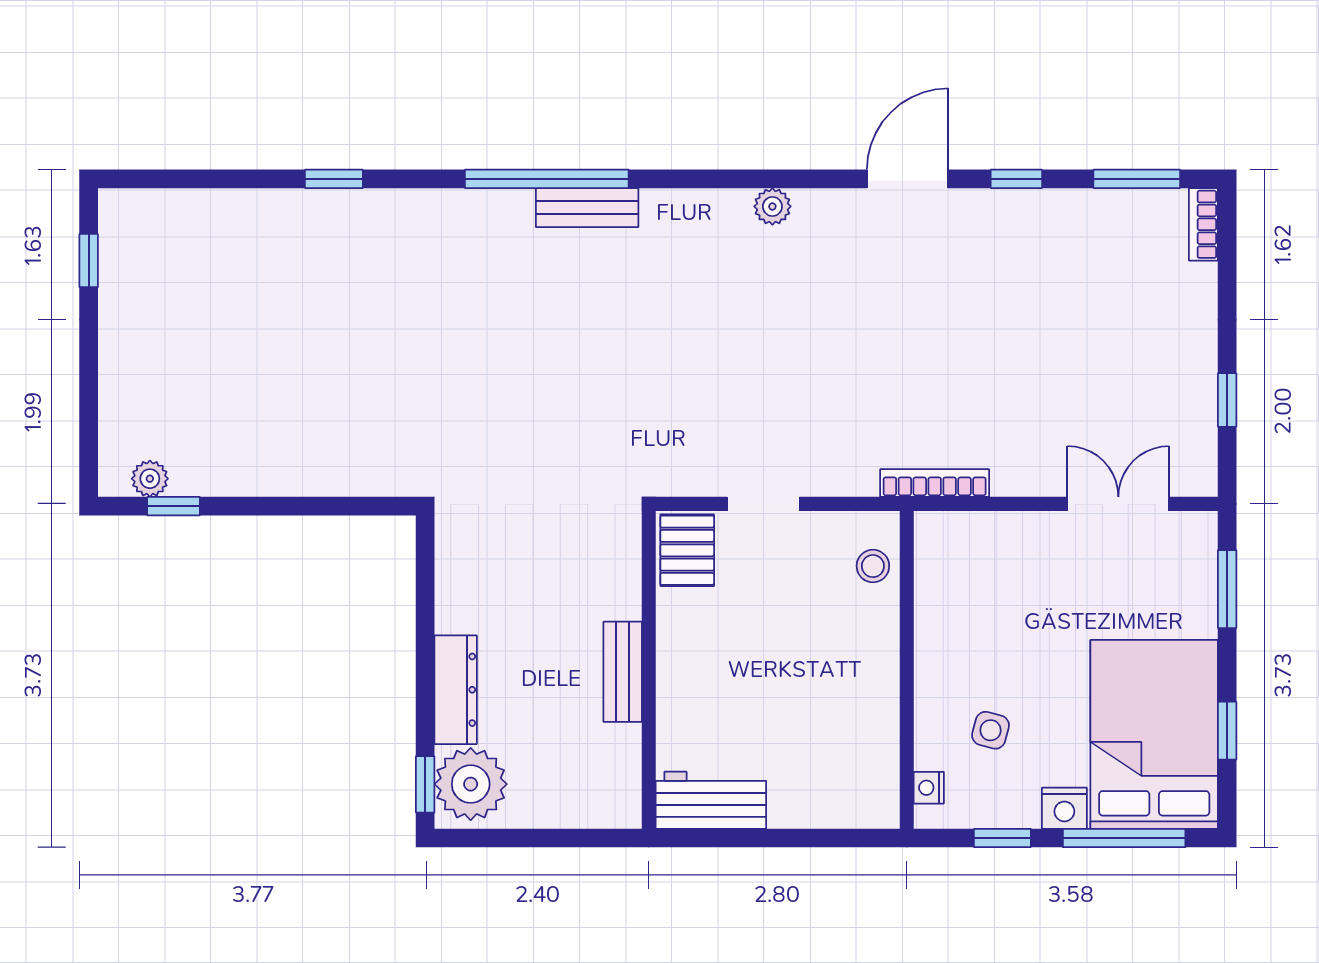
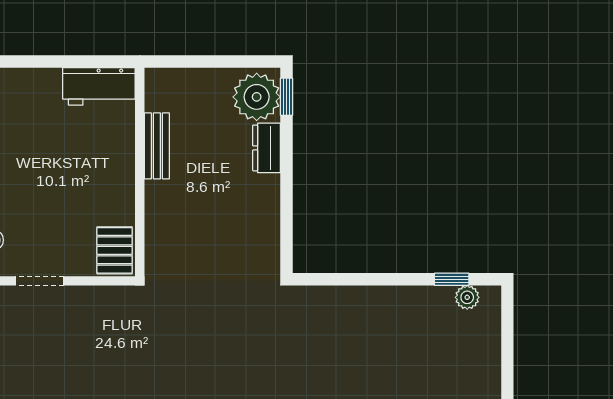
doorway: (763, 504) -> (40, 281), moved
bench: (623, 672) -> (157, 146), moved
dresser: (456, 690) -> (266, 148), width x0.70

